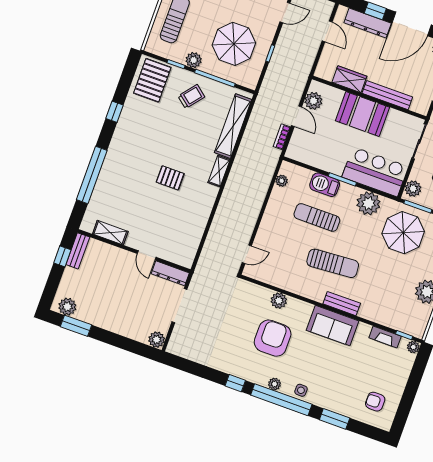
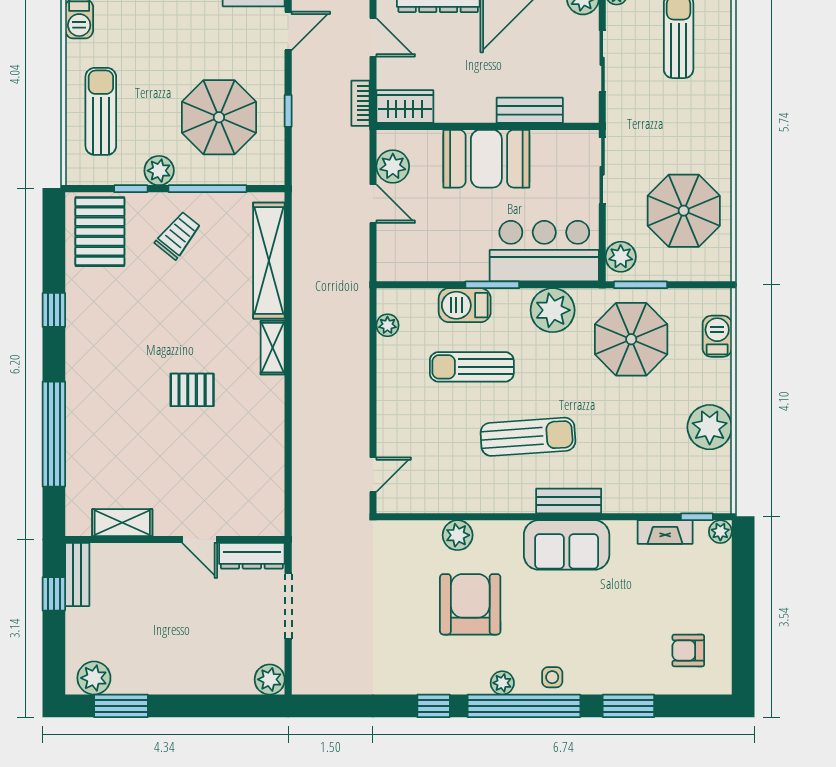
wardrobe: (349, 79) -> (405, 106), moved
bench: (387, 95) -> (530, 110), width x0.73
bookcase: (282, 137) -> (361, 103), moved

